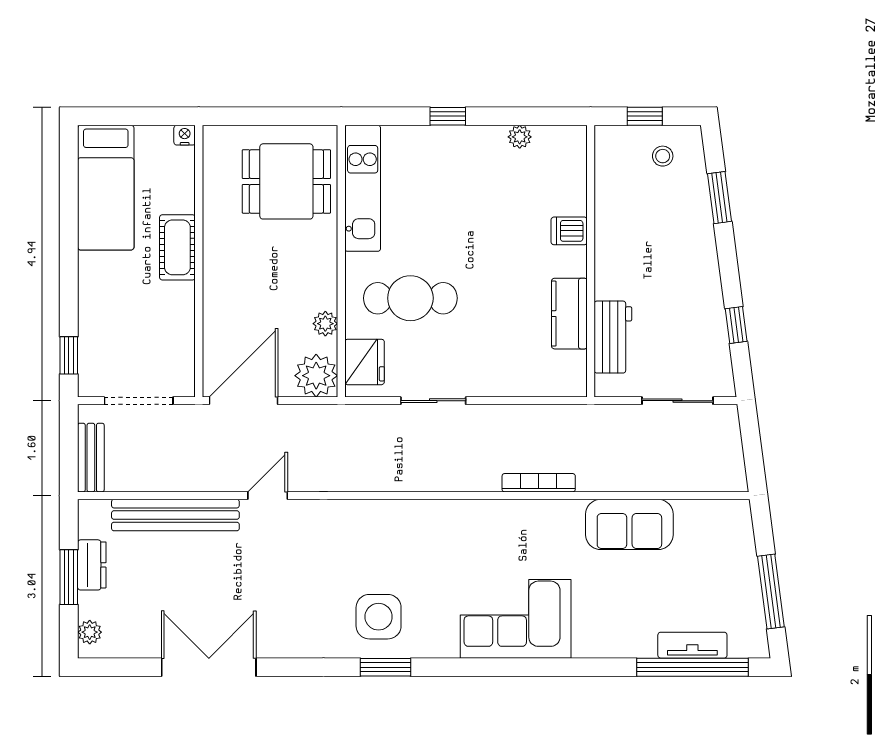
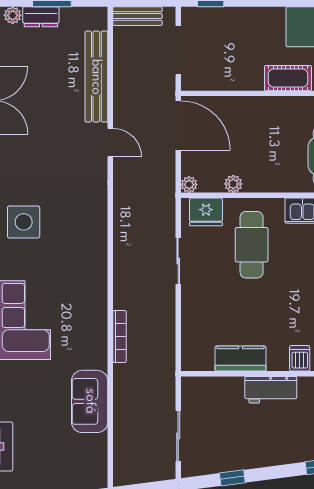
workbench: (613, 337) -> (271, 390), moved
plant: (316, 376) -> (189, 185), width x0.53, depth x0.53
dresser: (92, 565) -> (41, 17), moved

